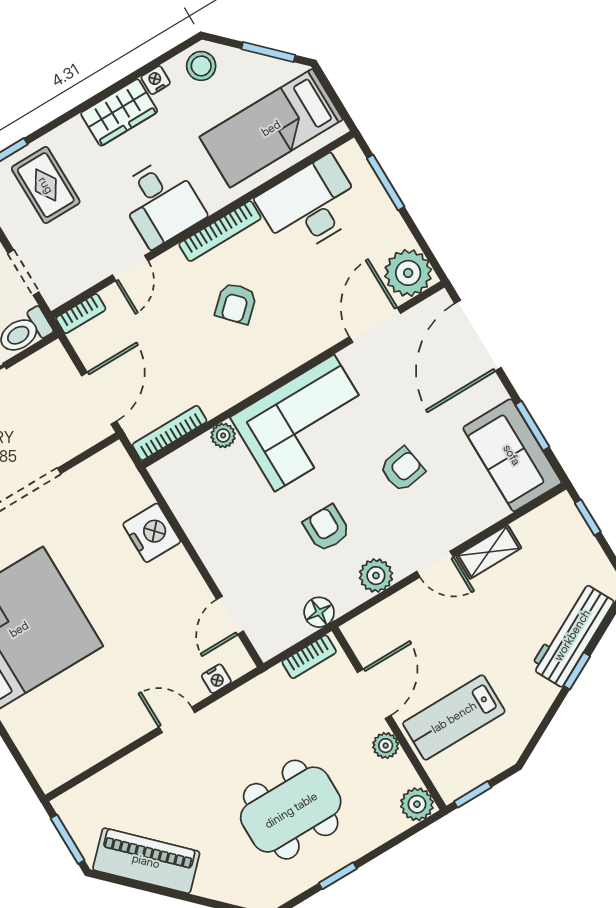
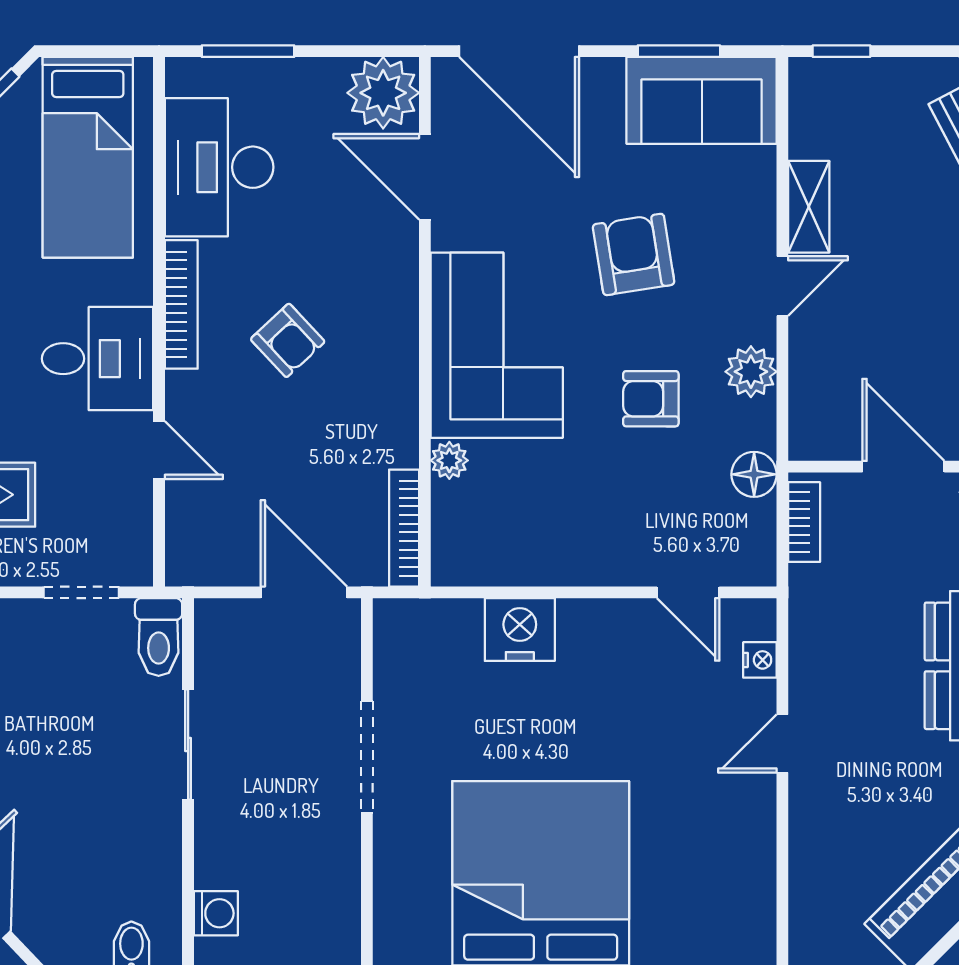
bookcase: (81, 314) -> (180, 550), removed
armchair: (402, 469) -> (634, 254), width x1.38, depth x1.38

